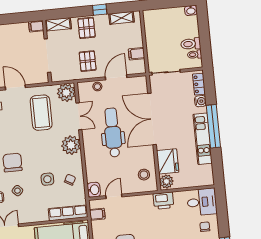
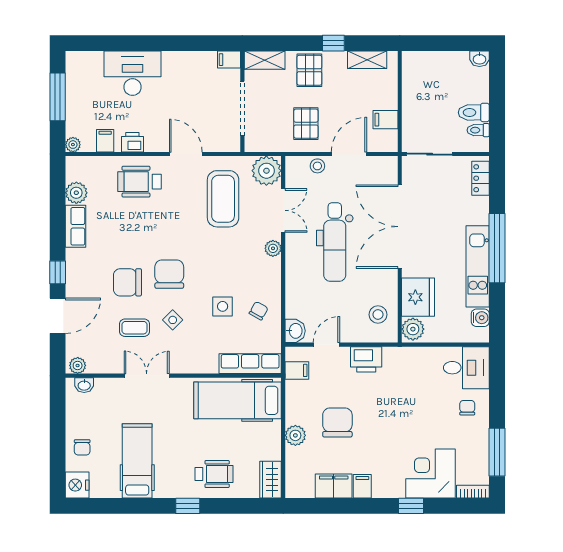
water cooler: (200, 101) -> (480, 318), moved
dental chair: (113, 132) -> (335, 242), turned 180
plant: (71, 145) -> (273, 248), width x0.53, depth x0.53
printer: (163, 201) -> (366, 359), moved

